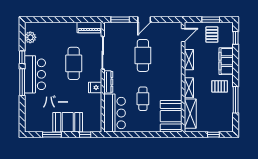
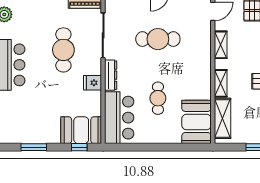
cafe table: (143, 55) -> (158, 39), turned 90
booth: (68, 122) -> (81, 130), moved

